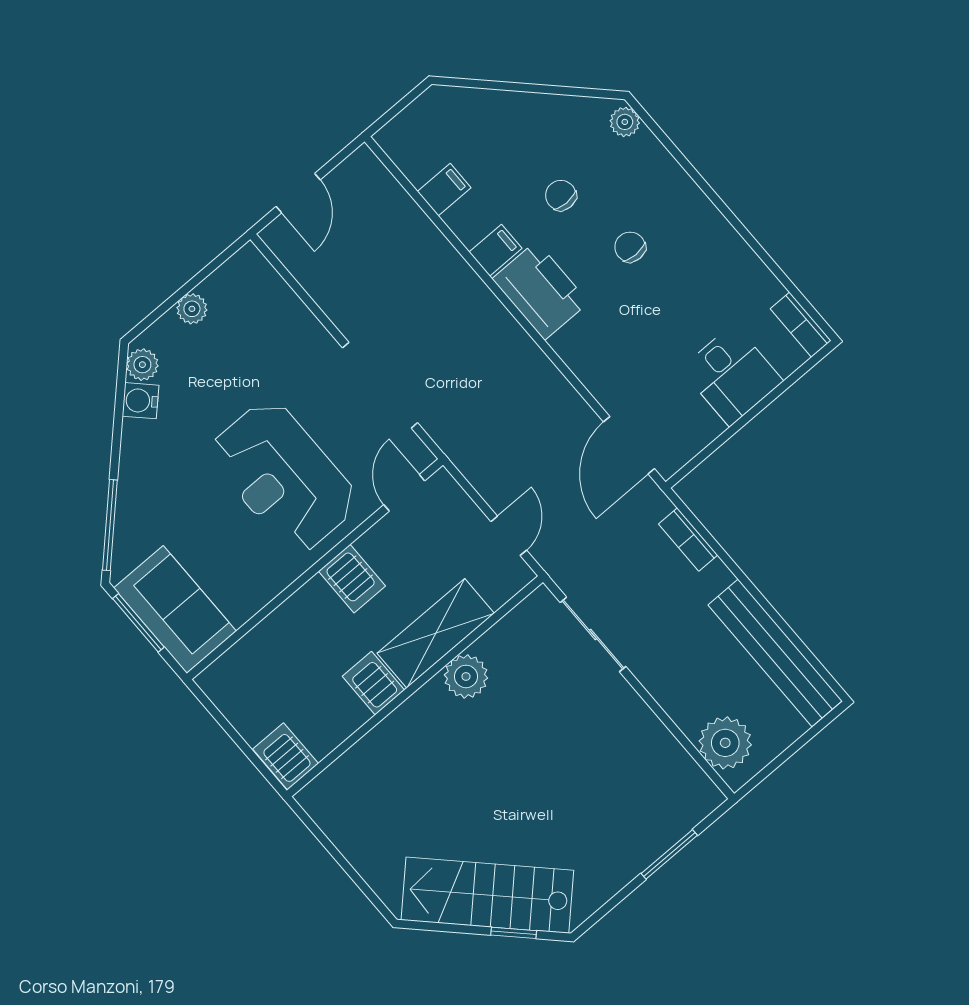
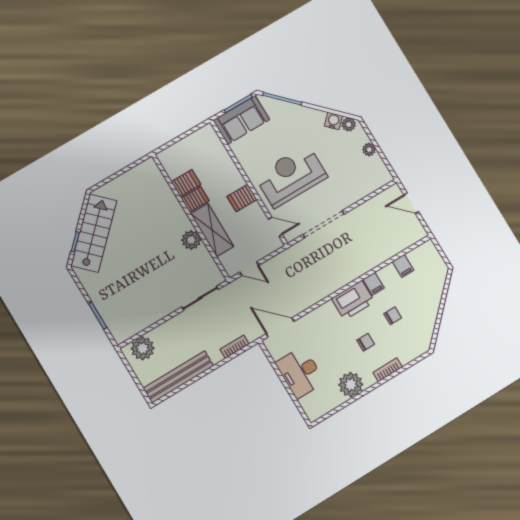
plant: (625, 122) -> (351, 385), moved, width x1.88, depth x1.88
bookcase: (801, 325) -> (388, 370), moved
desk: (732, 375) -> (300, 372), width x1.37
server rack: (286, 756) -> (186, 183), moved

